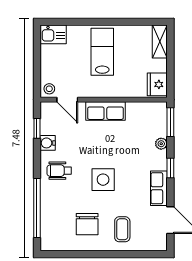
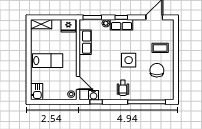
lab bench: (102, 52) -> (48, 61), turned 180
door: (67, 100) -> (78, 83), hinge flipped
row of seats: (105, 111) -> (85, 42), moved
water cooler: (48, 143) -> (94, 95), moved
row of seats: (159, 188) -> (122, 25), moved
chair: (87, 224) -> (157, 70), turned -89

